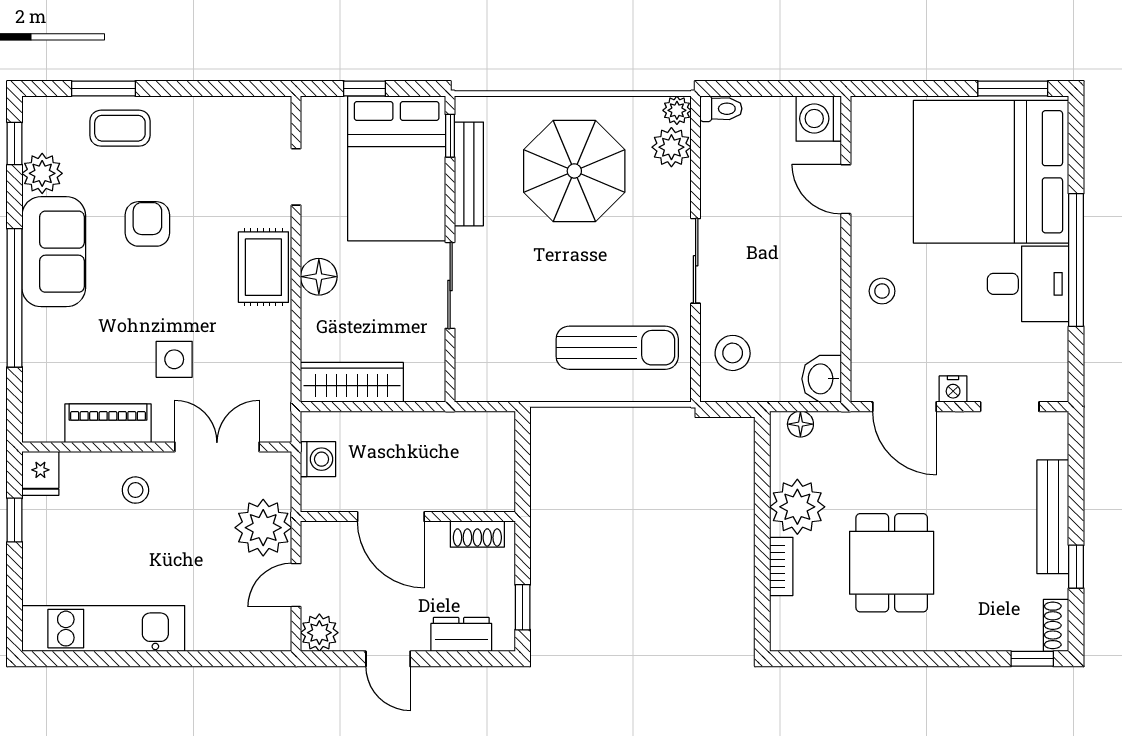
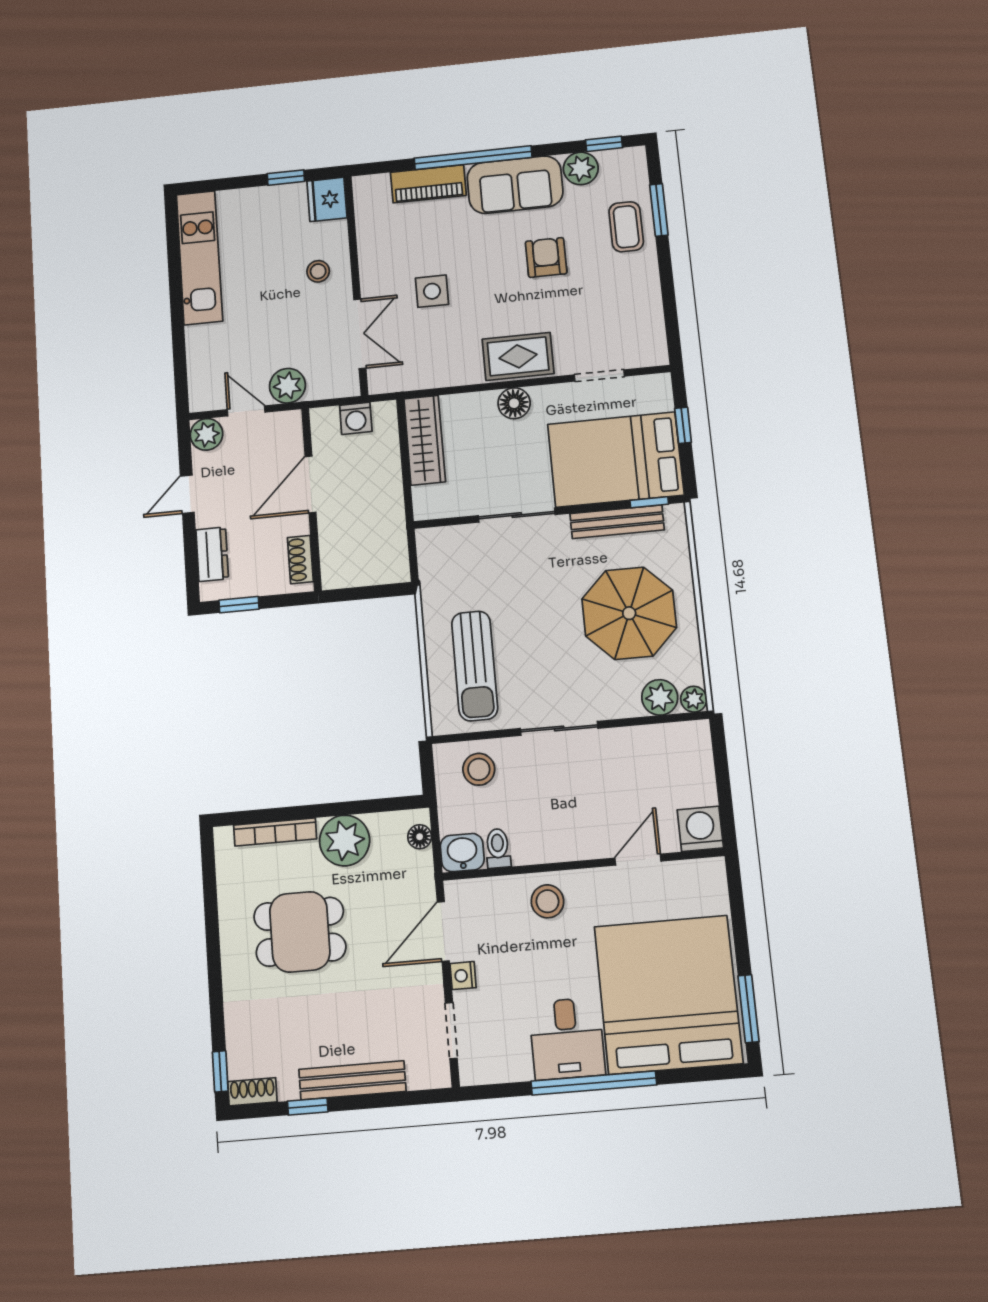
toilet: (721, 109) -> (498, 848), moved, turned 180
armchair: (147, 224) -> (546, 257), turned -90
stool: (882, 291) -> (547, 901), width x1.37, depth x1.37
piano: (108, 423) -> (428, 184), moved, turned 90
fridge: (40, 473) -> (327, 199), width x1.38
plant: (263, 528) -> (287, 386), width x0.73, depth x0.73
bookcase: (781, 566) -> (275, 832), width x1.56

